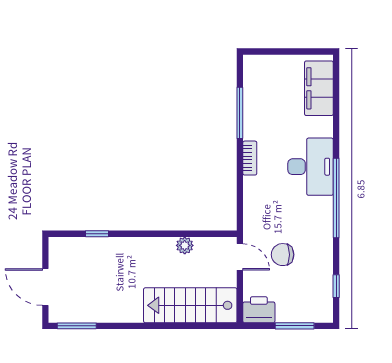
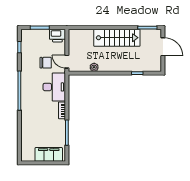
filing cabinet: (319, 88) -> (49, 154), moved, turned -90
desk: (311, 167) -> (54, 87), moved, turned 180
stairs: (190, 305) -> (117, 38), moved

